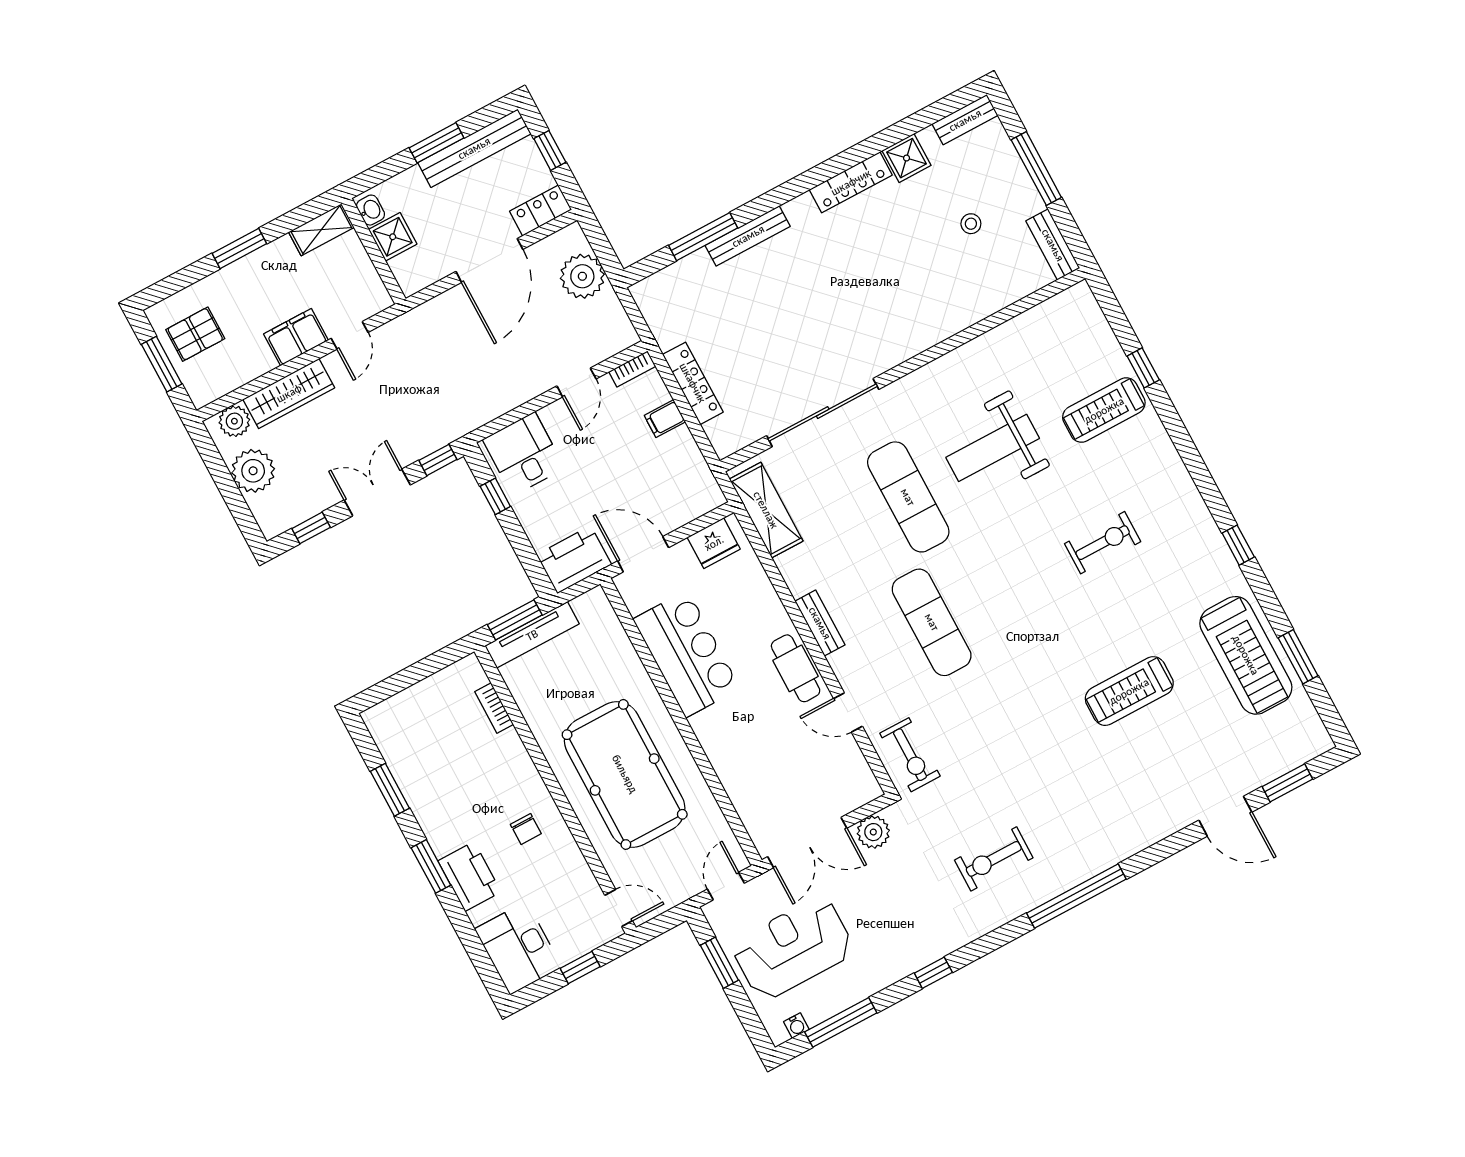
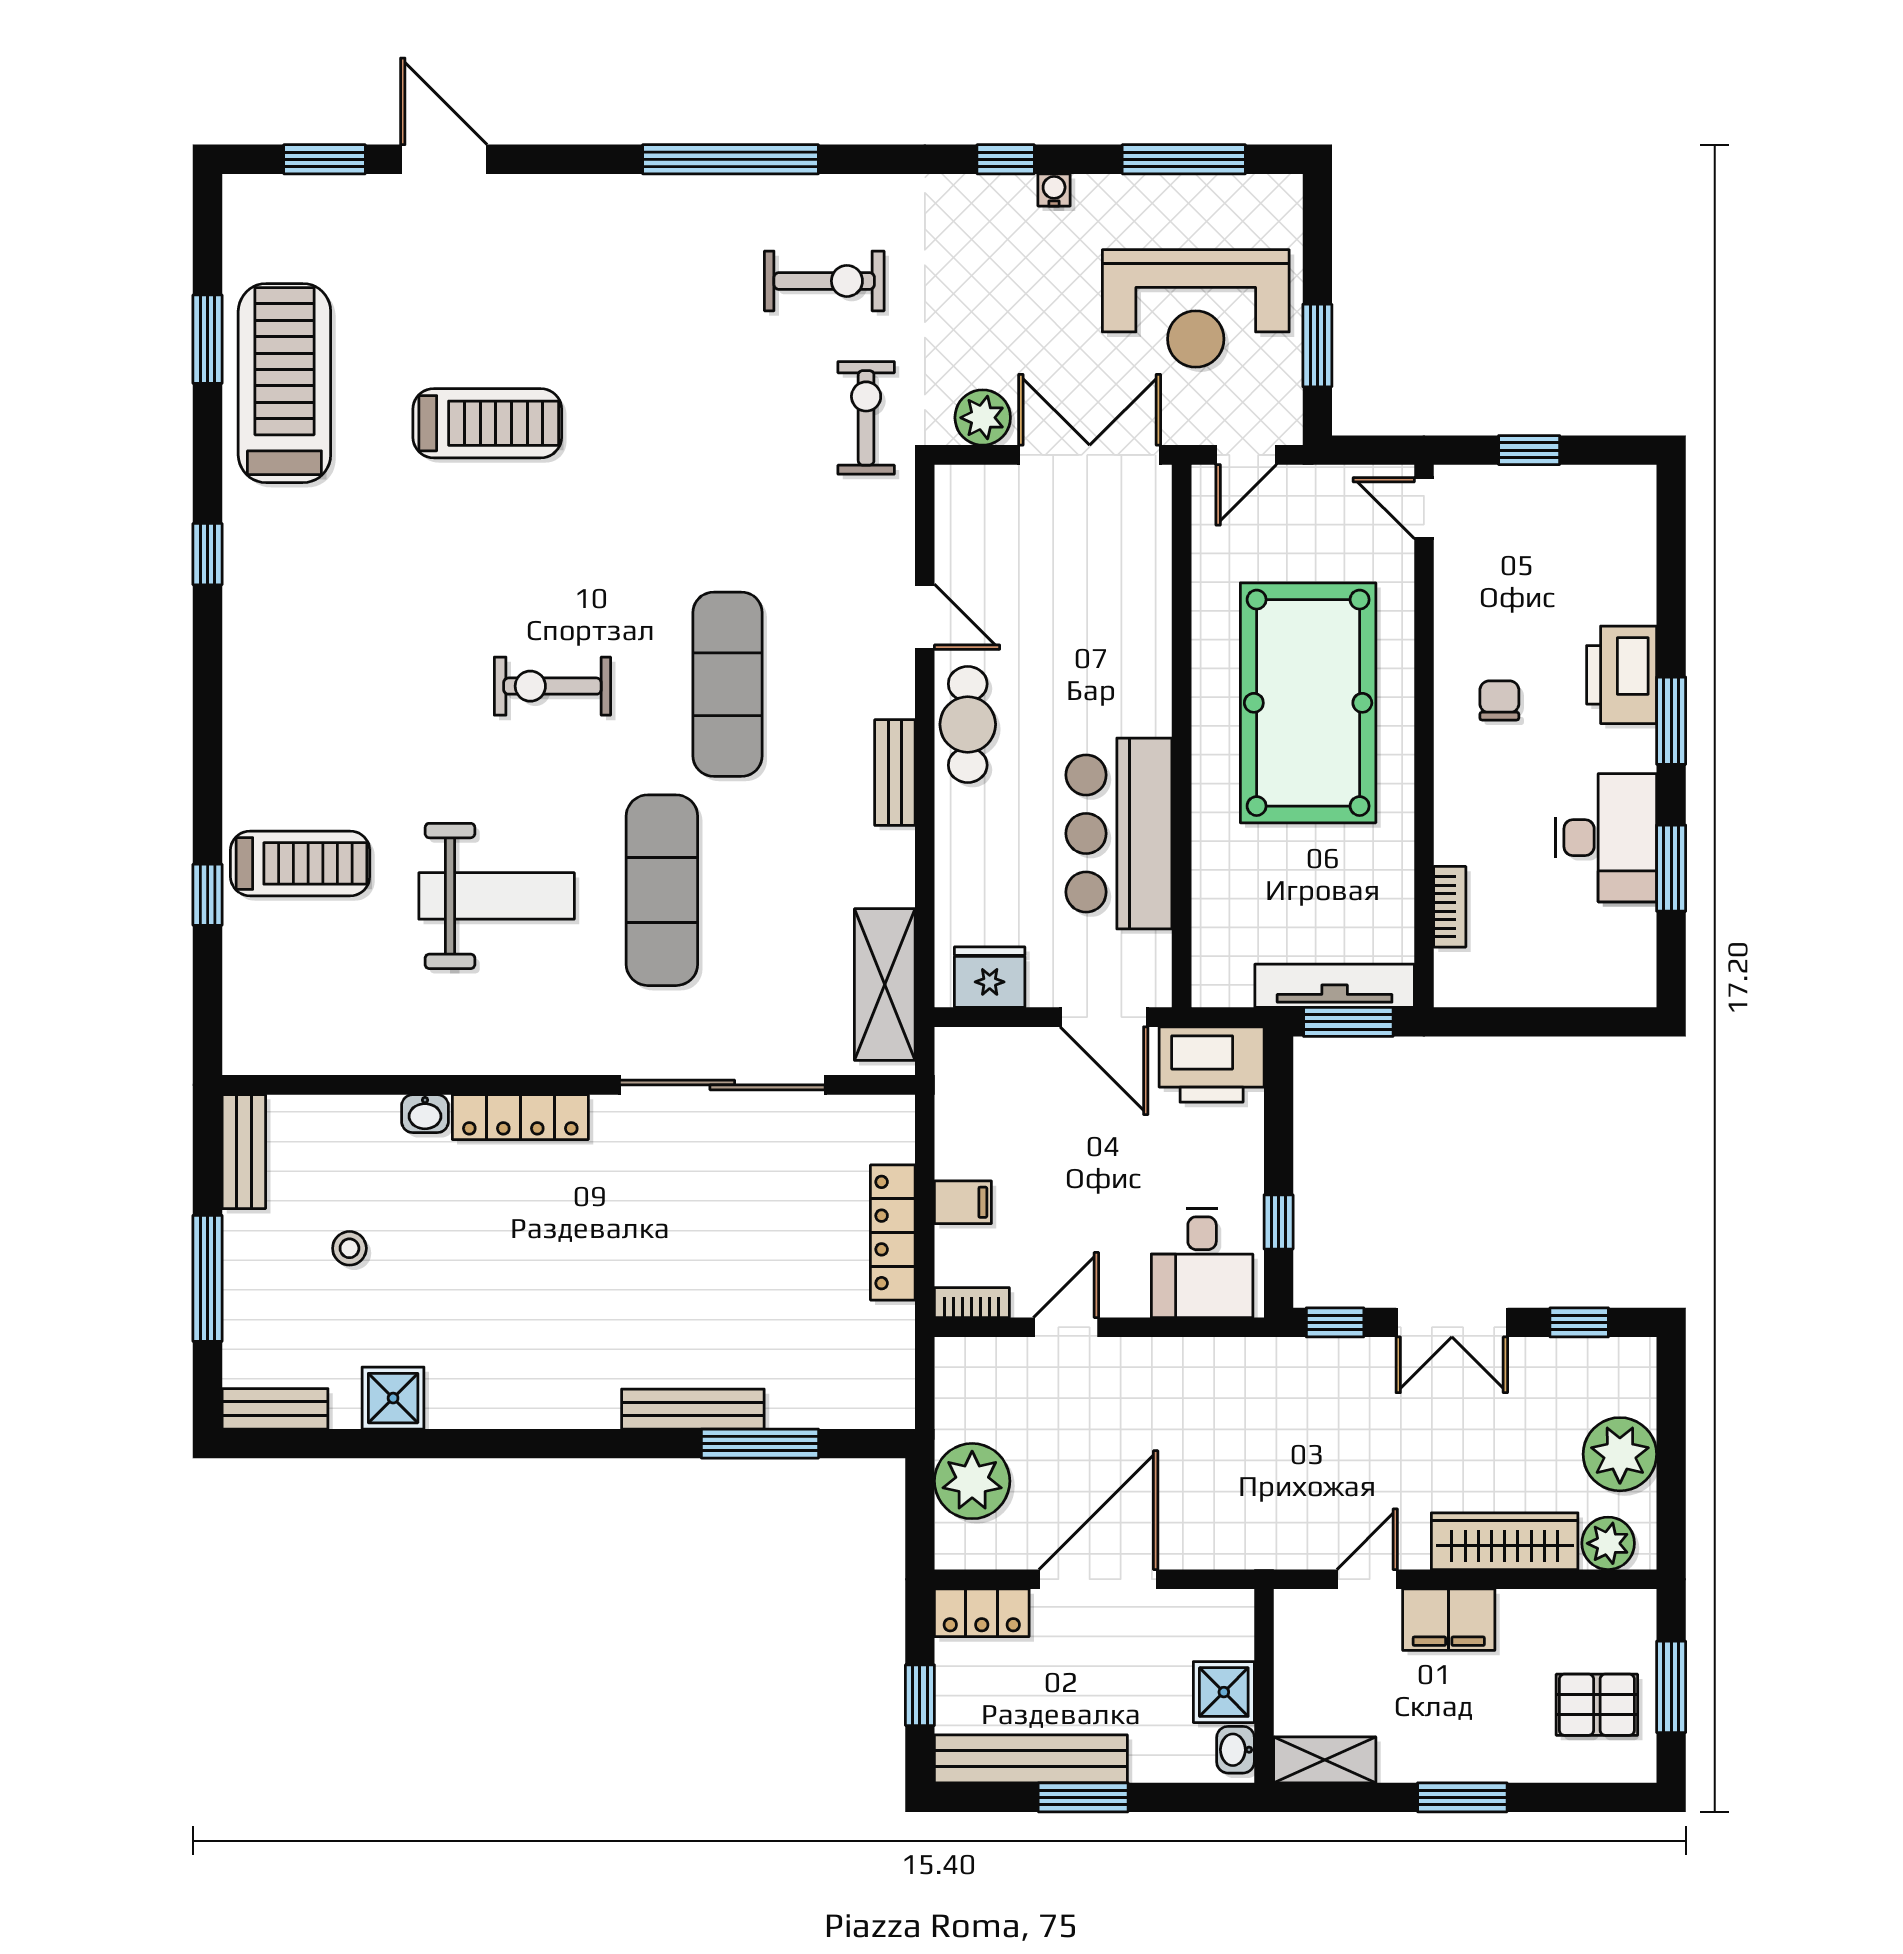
locker: (851, 182) -> (520, 1117), moved, turned 180
washbasin: (969, 315) -> (425, 1114), added
exercise bike: (1103, 543) -> (552, 686), moved
exercise bike: (910, 755) -> (866, 418), moved
desk: (518, 948) -> (1606, 838), moved
water cooler: (796, 1026) -> (1054, 190), moved

